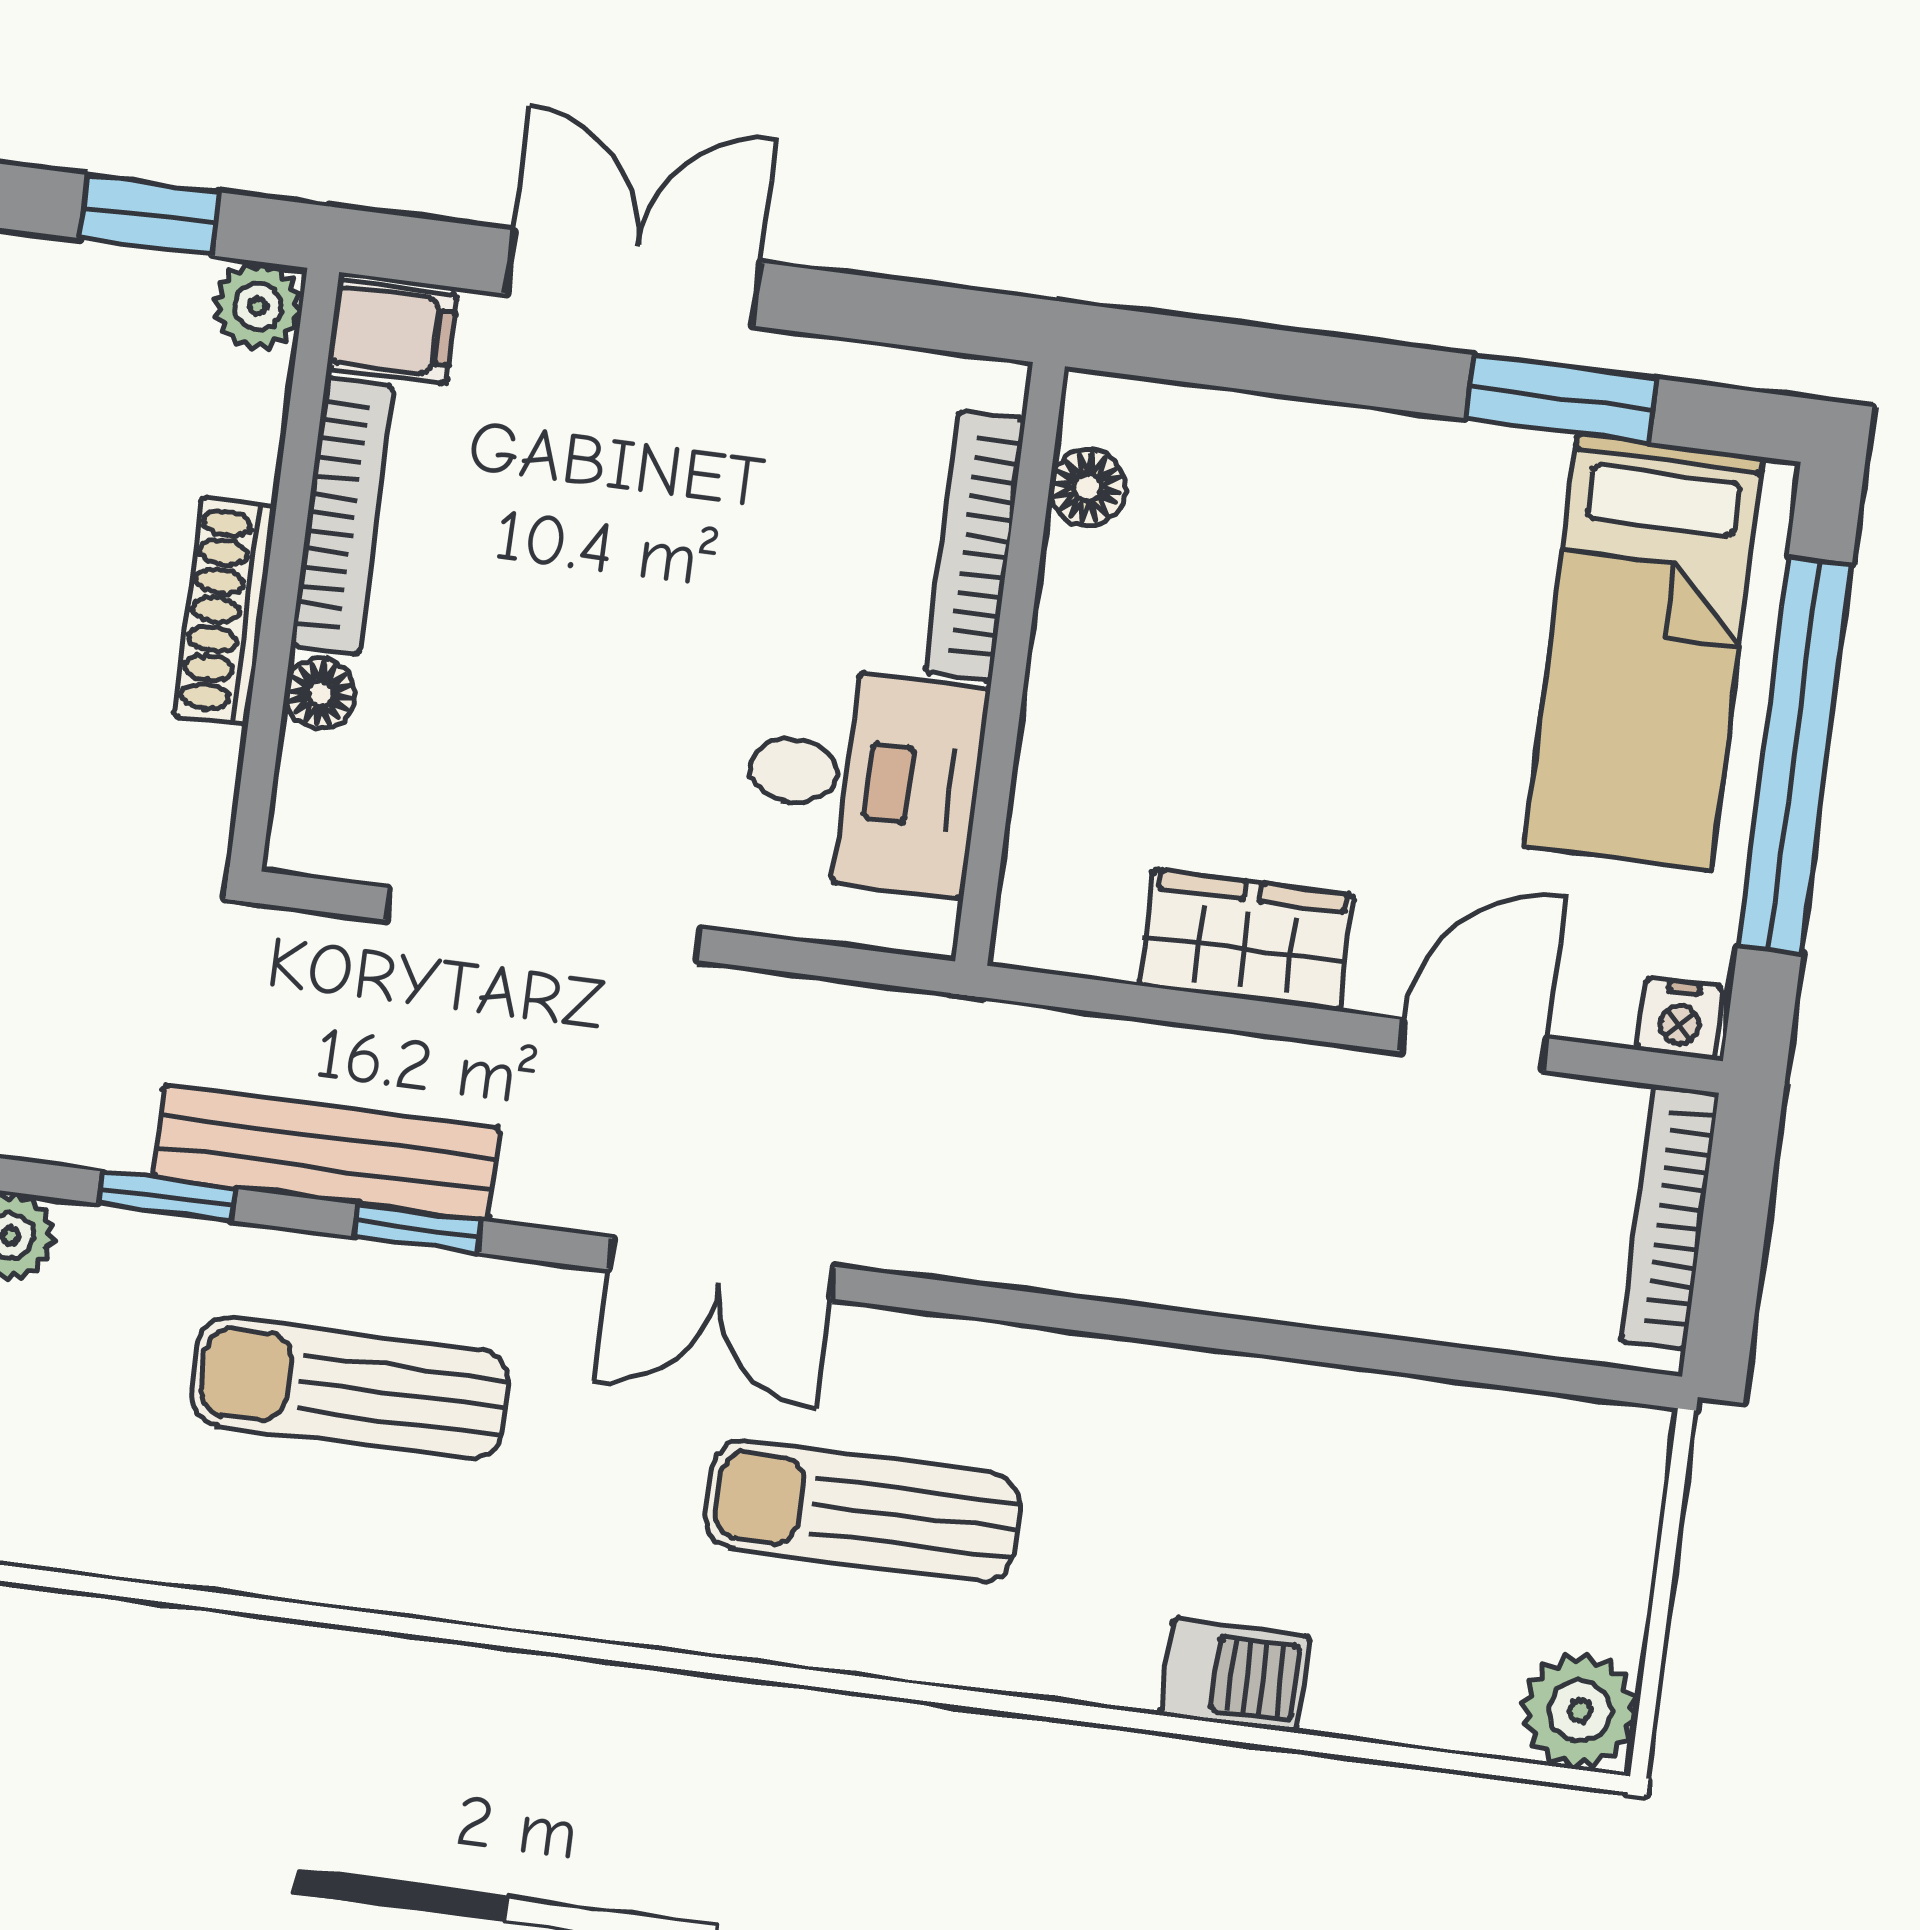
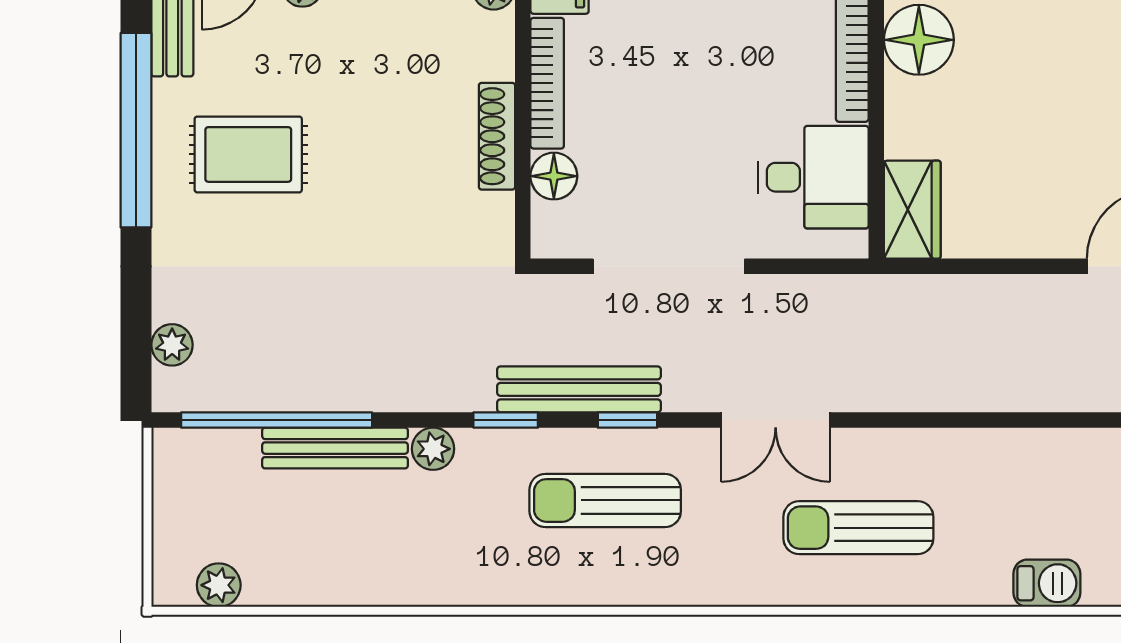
floor lamp: (1088, 488) -> (919, 40), width x1.89, depth x1.89
floor lamp: (320, 694) -> (554, 176), width x1.37, depth x1.37
wardrobe: (1246, 940) -> (912, 210), moved, turned 90

